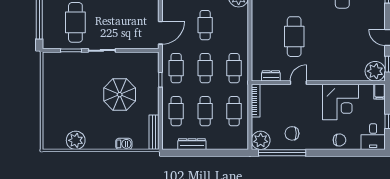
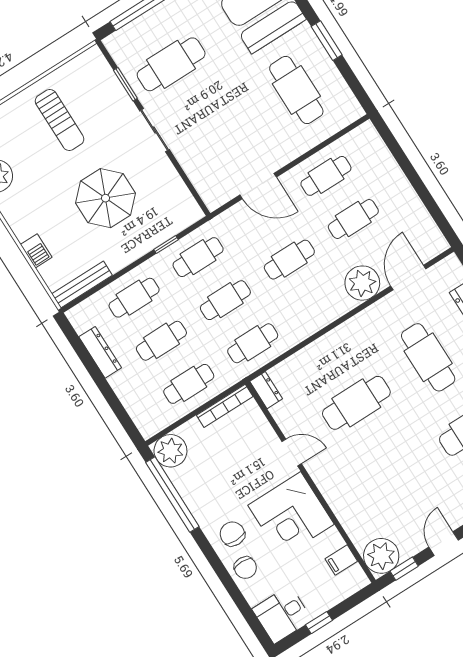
door: (160, 33) -> (258, 186), moved
dresser: (271, 76) -> (266, 390), moved
filing cabinet: (380, 92) -> (341, 560), moved
sun lounger: (68, 93) -> (60, 120), added
corner desk: (341, 102) -> (291, 515), moved
chair: (292, 133) -> (232, 534), moved

